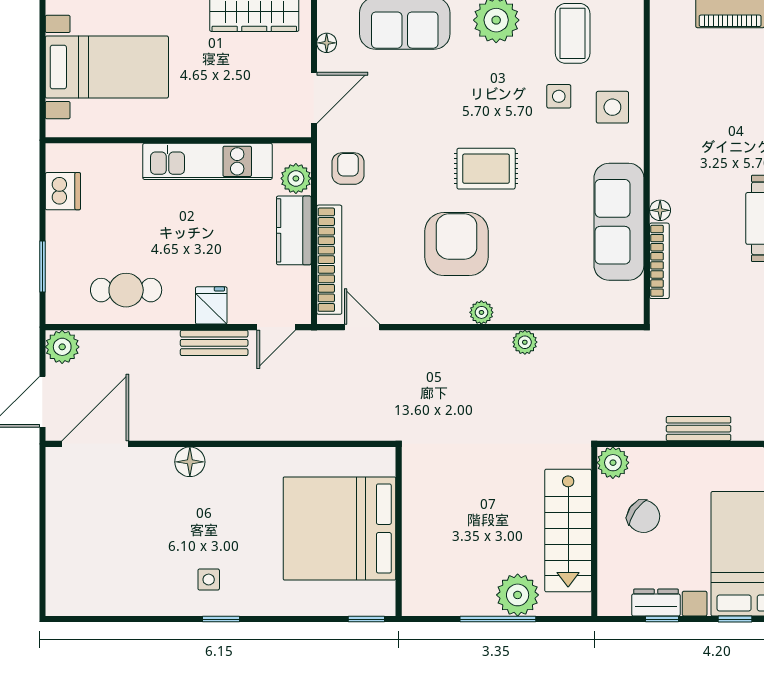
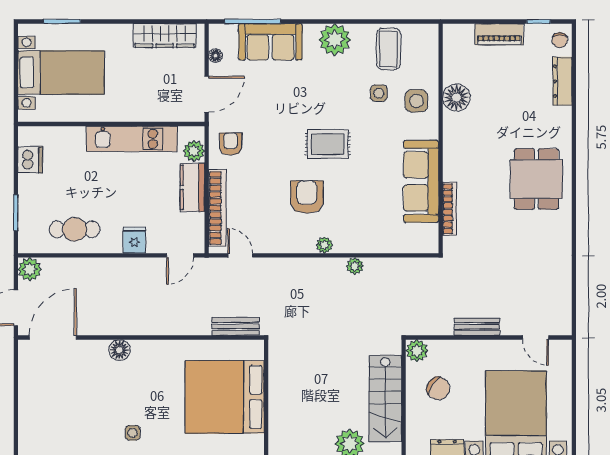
floor lamp: (660, 210) -> (456, 98), moved, width x1.89, depth x1.89
armchair: (456, 244) -> (307, 197), width x0.73, depth x0.73
bench: (214, 343) -> (236, 326), moved

